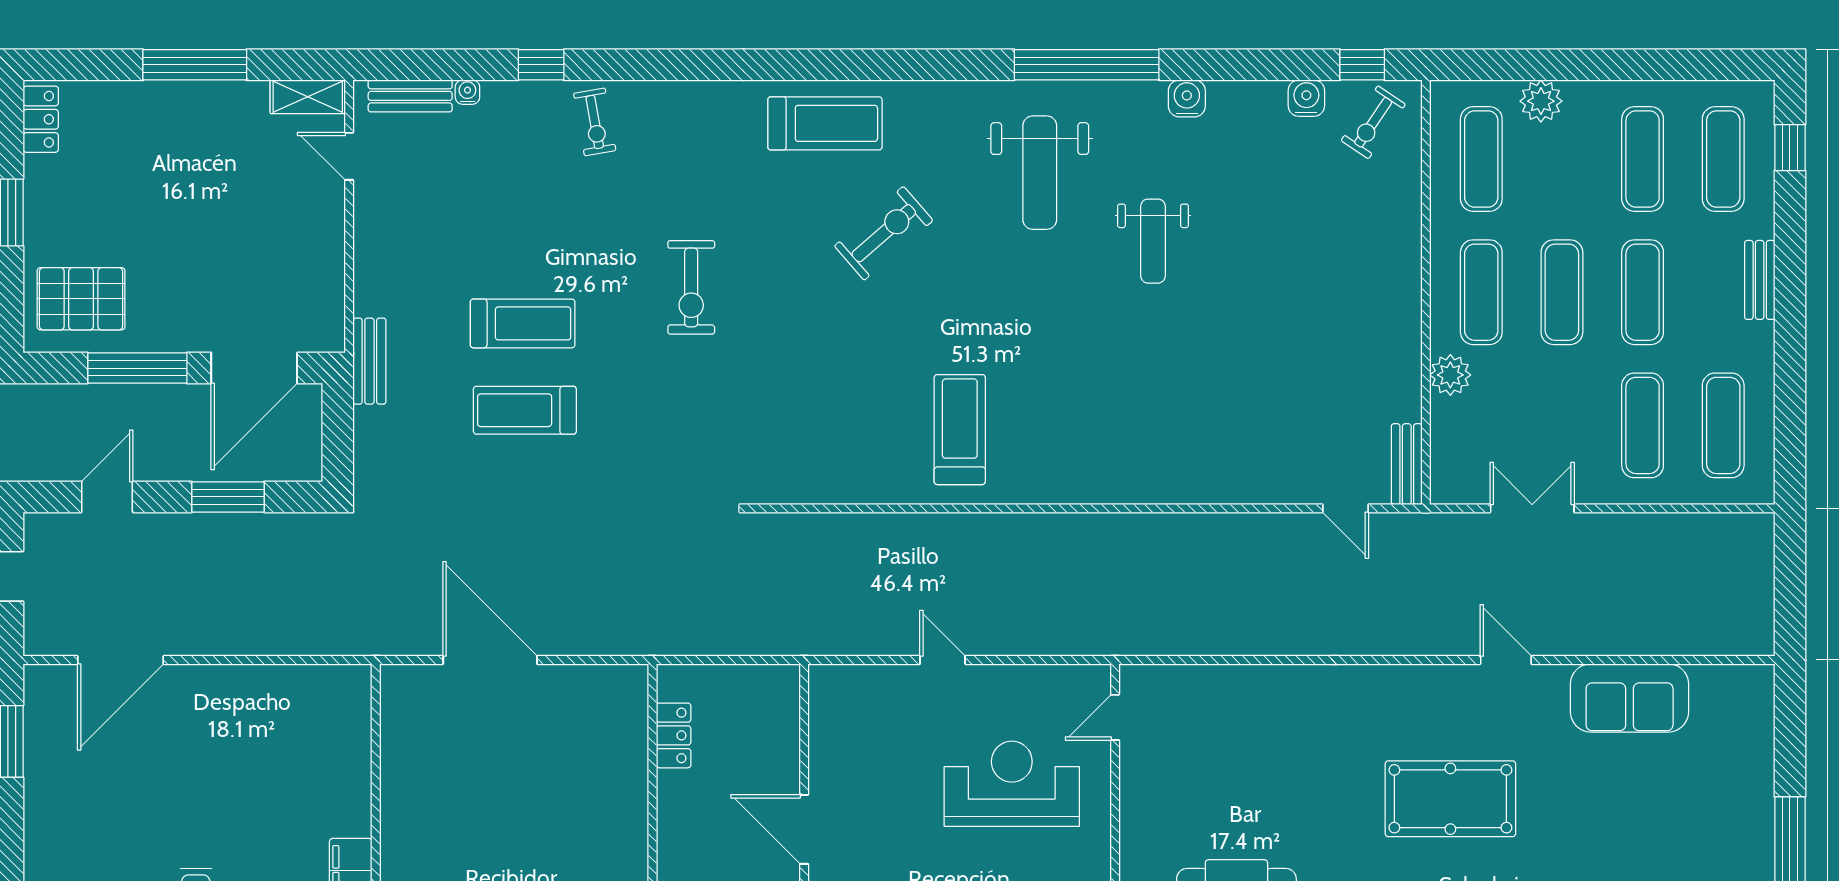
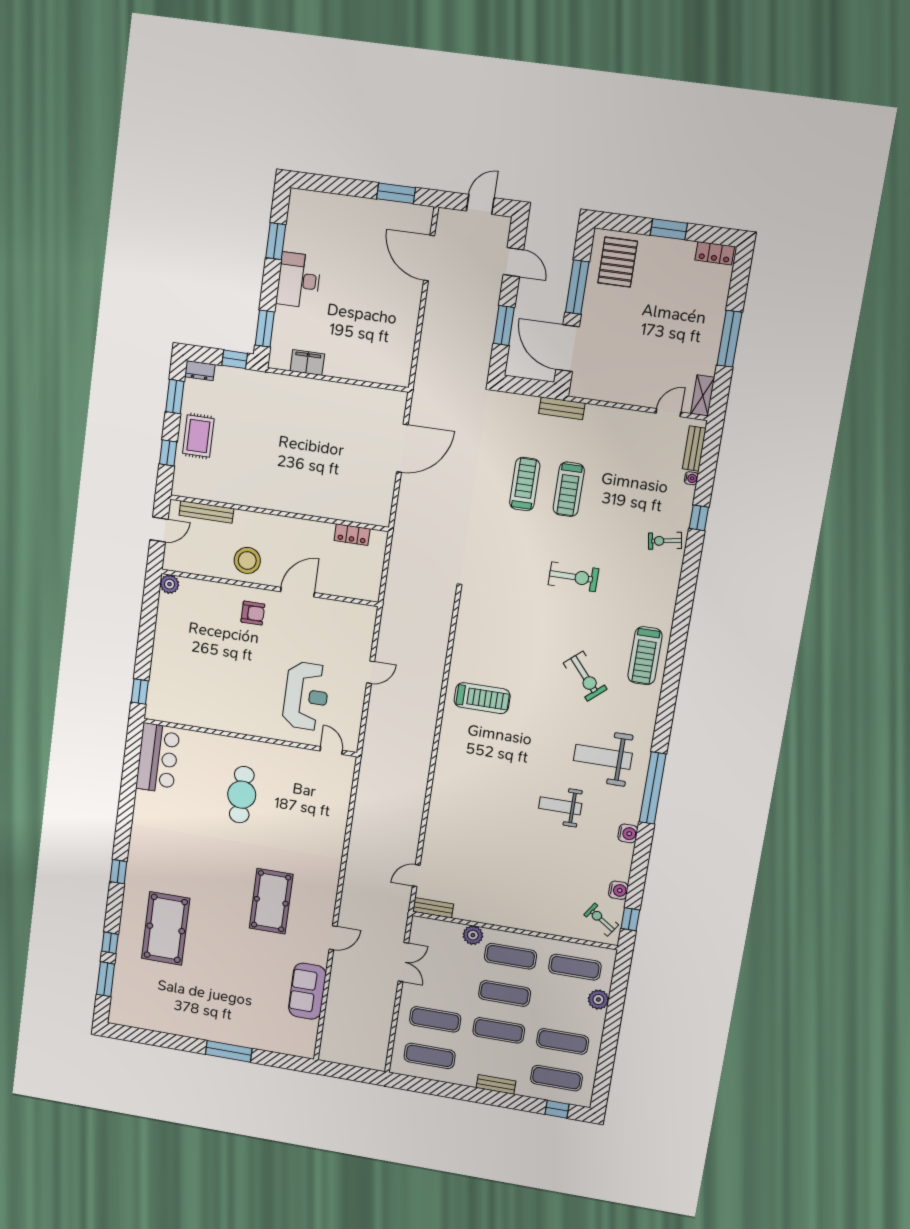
exercise bike: (691, 287) -> (573, 577), turned 180

